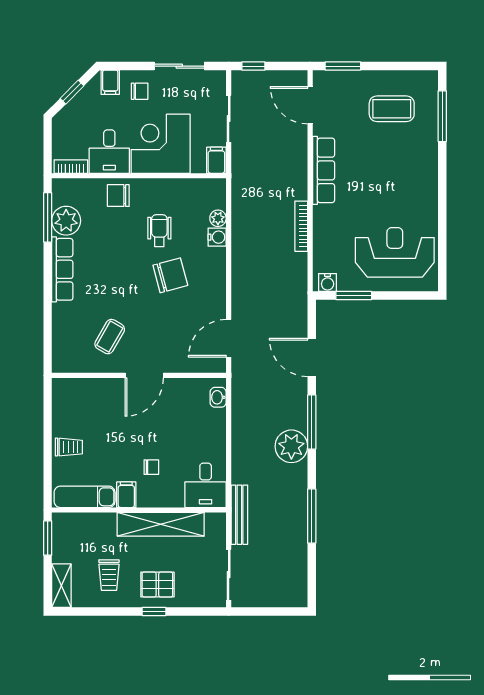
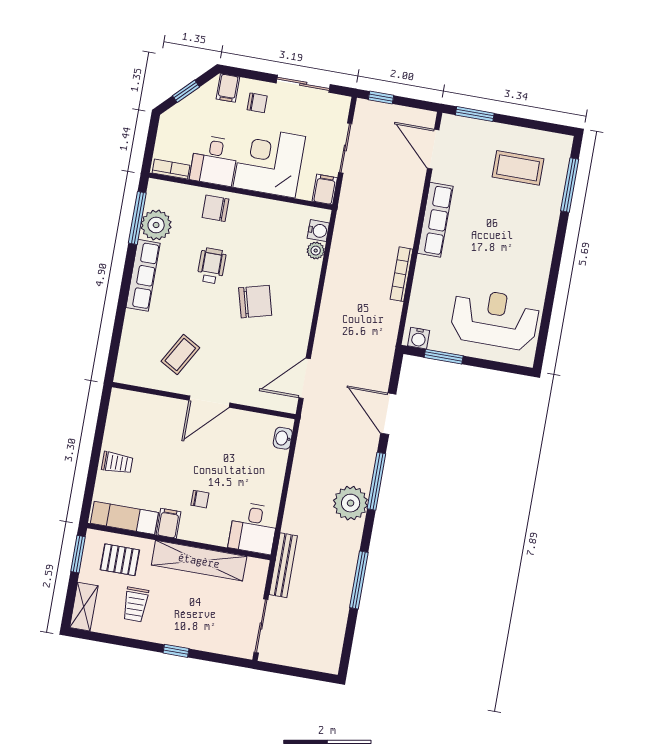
wheelchair: (159, 231) -> (212, 266), moved
water cooler: (217, 237) -> (318, 231), moved
pallet: (157, 584) -> (120, 560), moved

